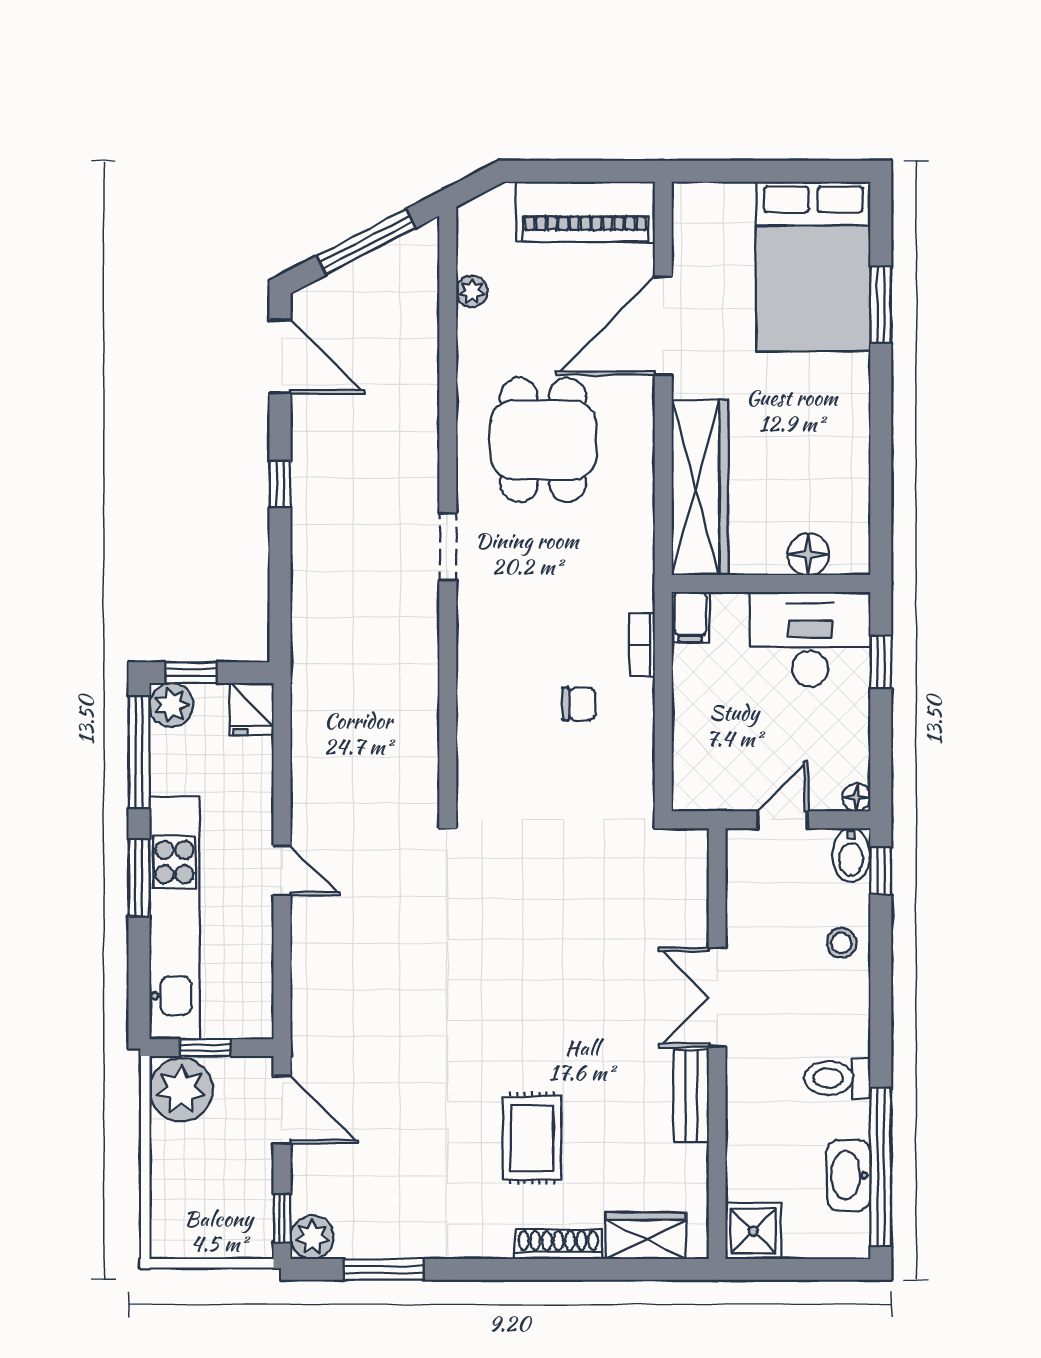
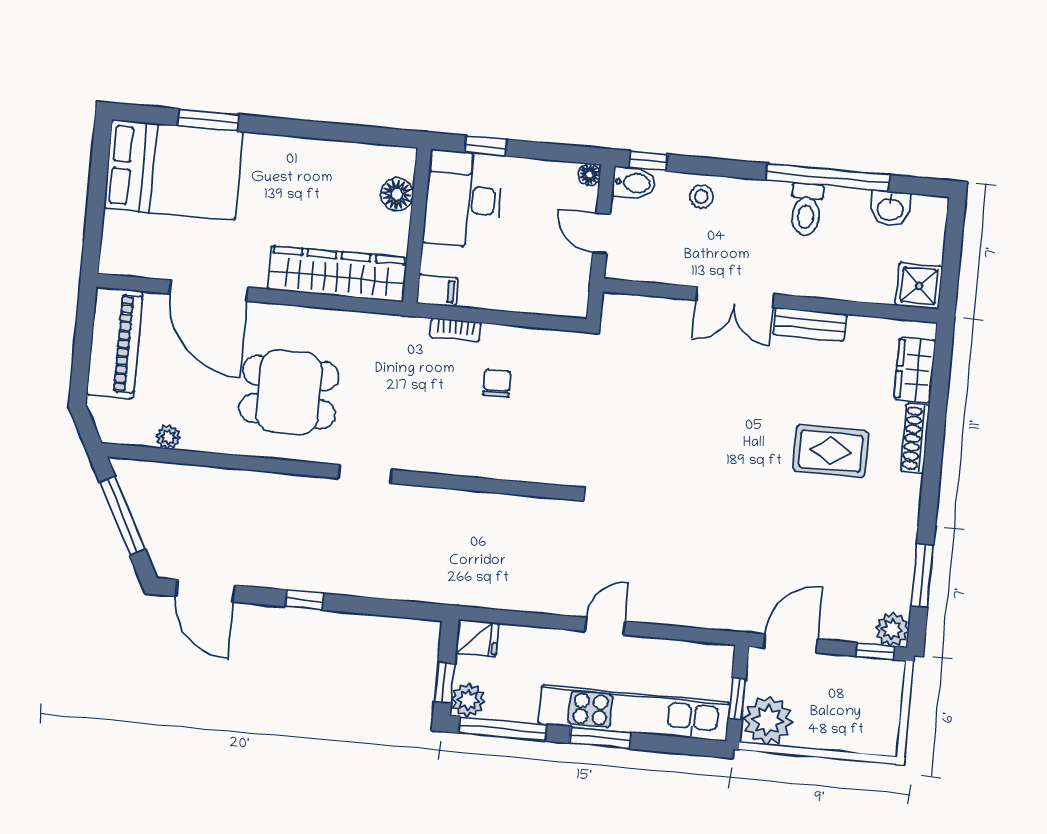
door: (280, 356) -> (205, 591), swing flipped
window: (881, 1167) -> (828, 177), moved
washbasin: (849, 1175) -> (890, 208), width x0.72

